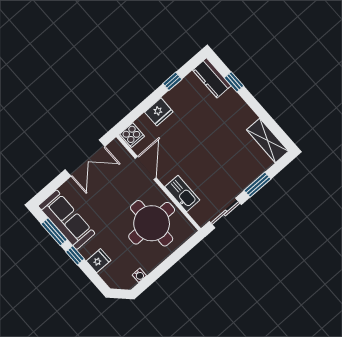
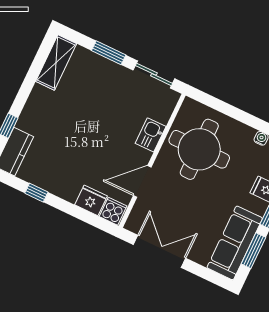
fridge: (159, 112) -> (91, 200), moved
kitchen sink: (182, 193) -> (151, 135), width x0.73

